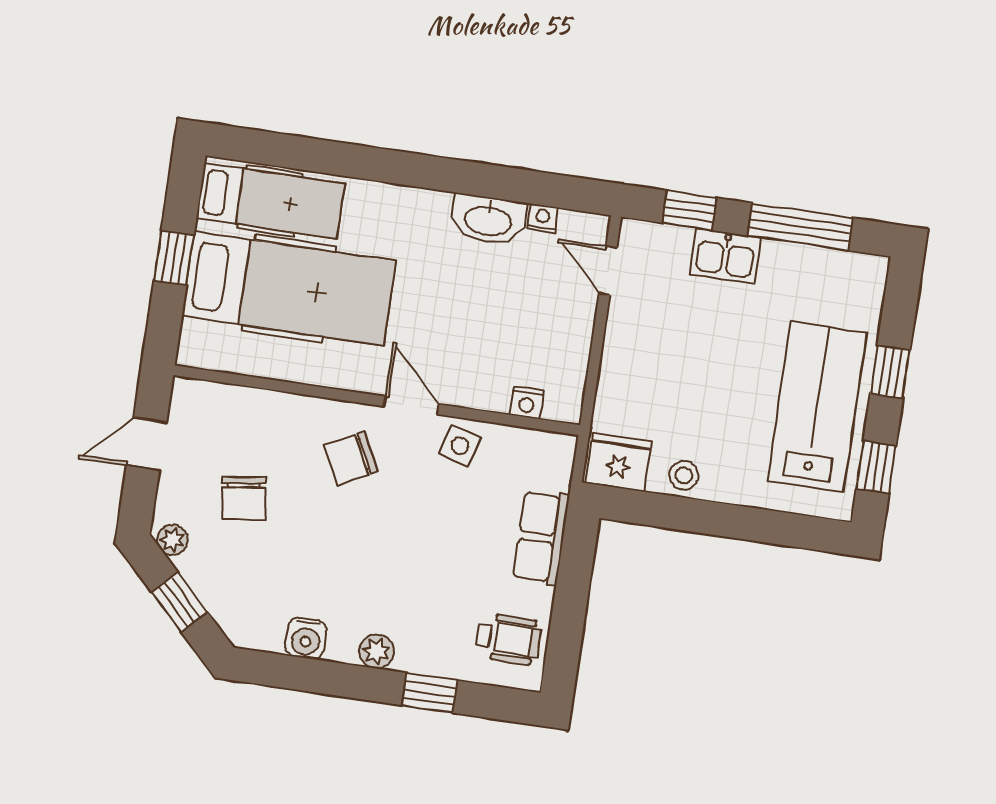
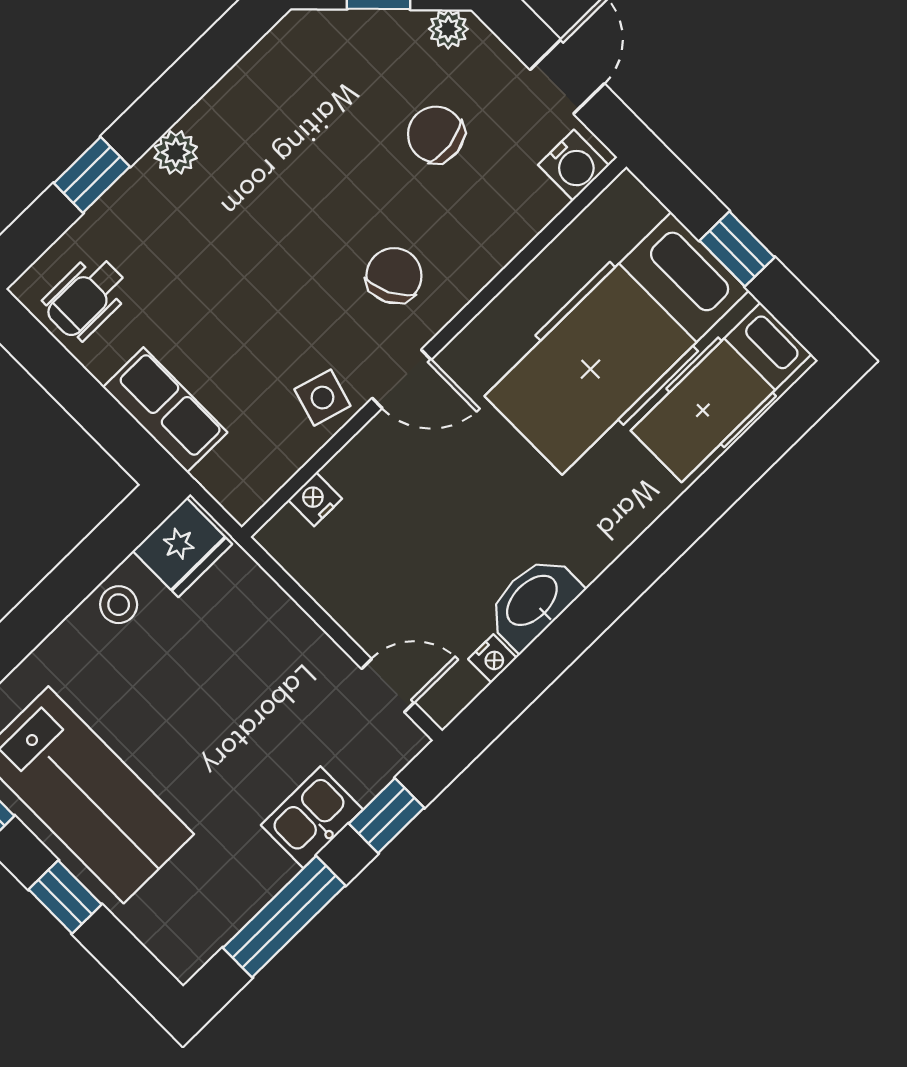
water cooler: (306, 638) -> (574, 165), moved, turned 180

